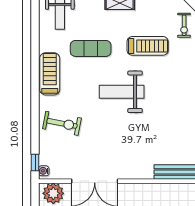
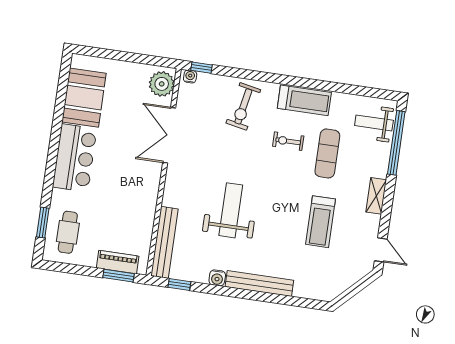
exercise bike: (184, 25) -> (288, 141), moved
weight bench: (122, 92) -> (231, 210), moved

